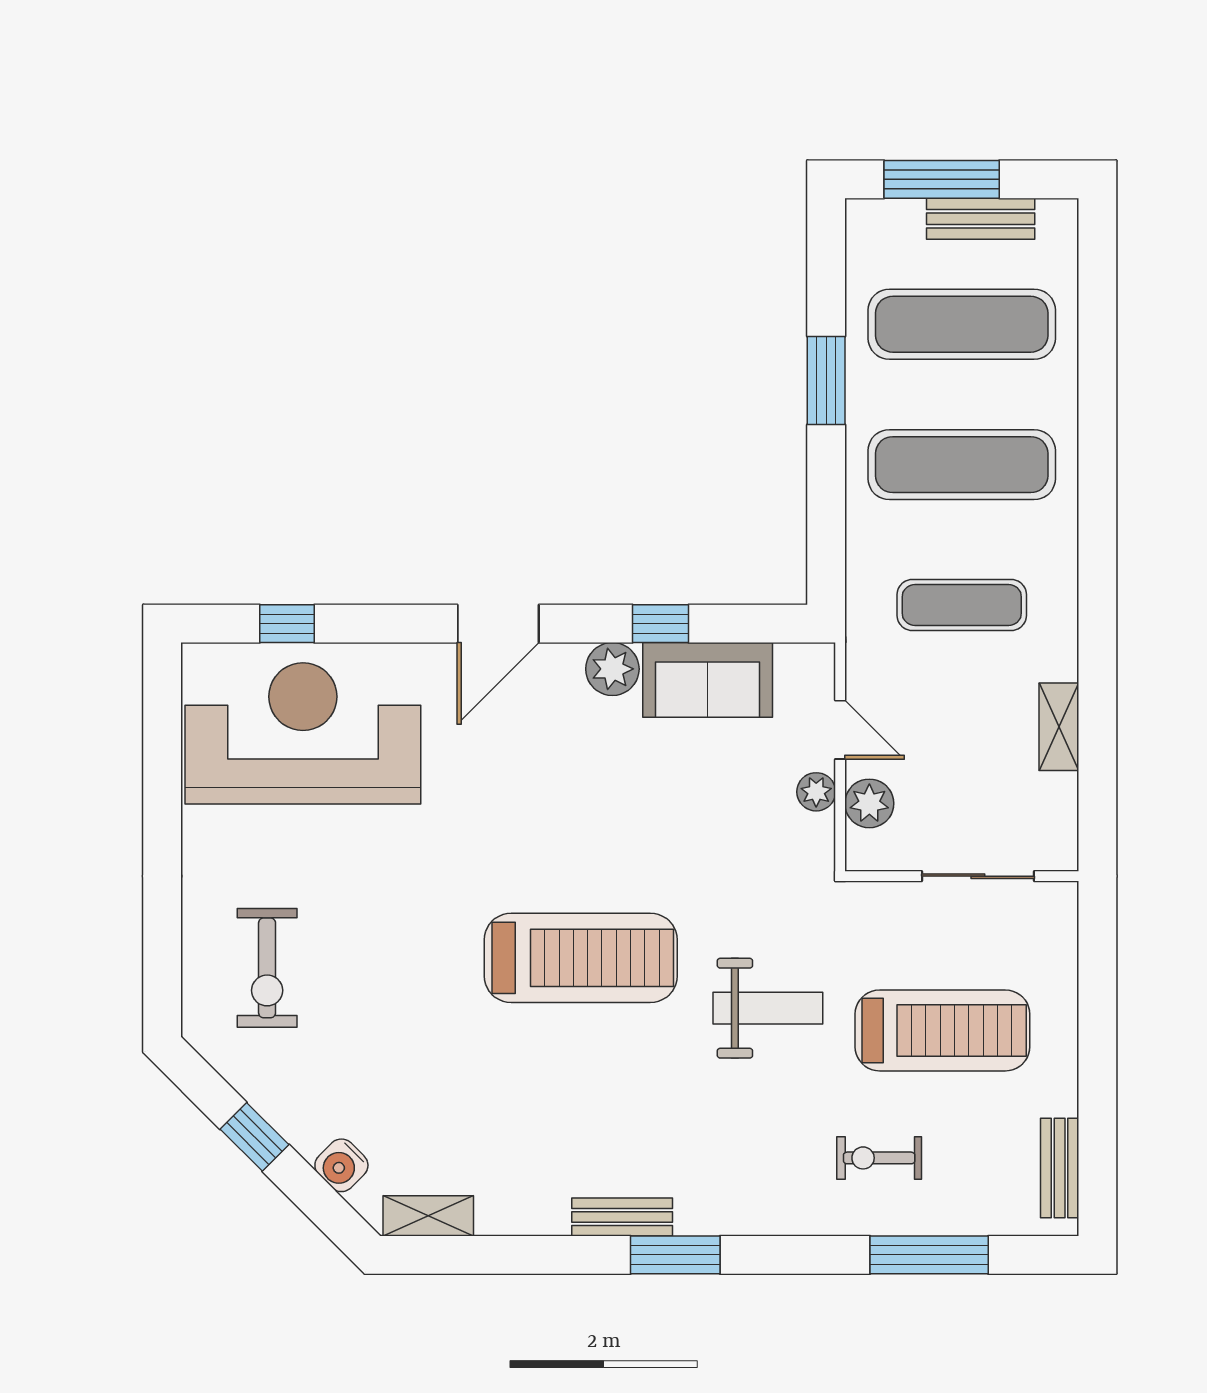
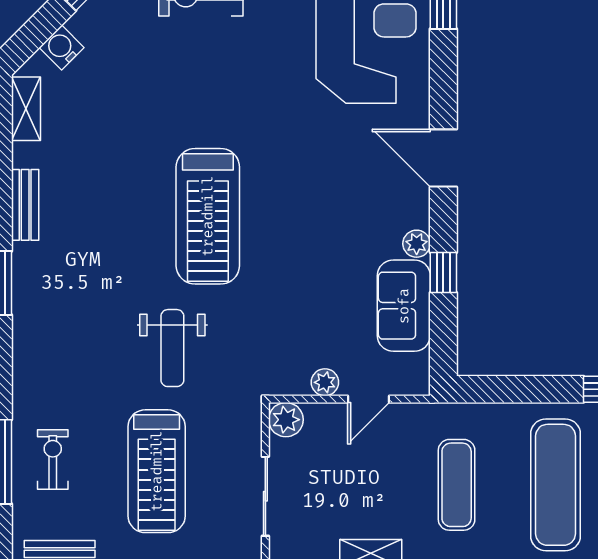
plant: (612, 669) -> (417, 244), width x0.73, depth x0.73
plant: (869, 803) -> (286, 420), moved
exercise bike: (879, 1158) -> (53, 459), moved
bench: (622, 1217) -> (25, 205), moved

